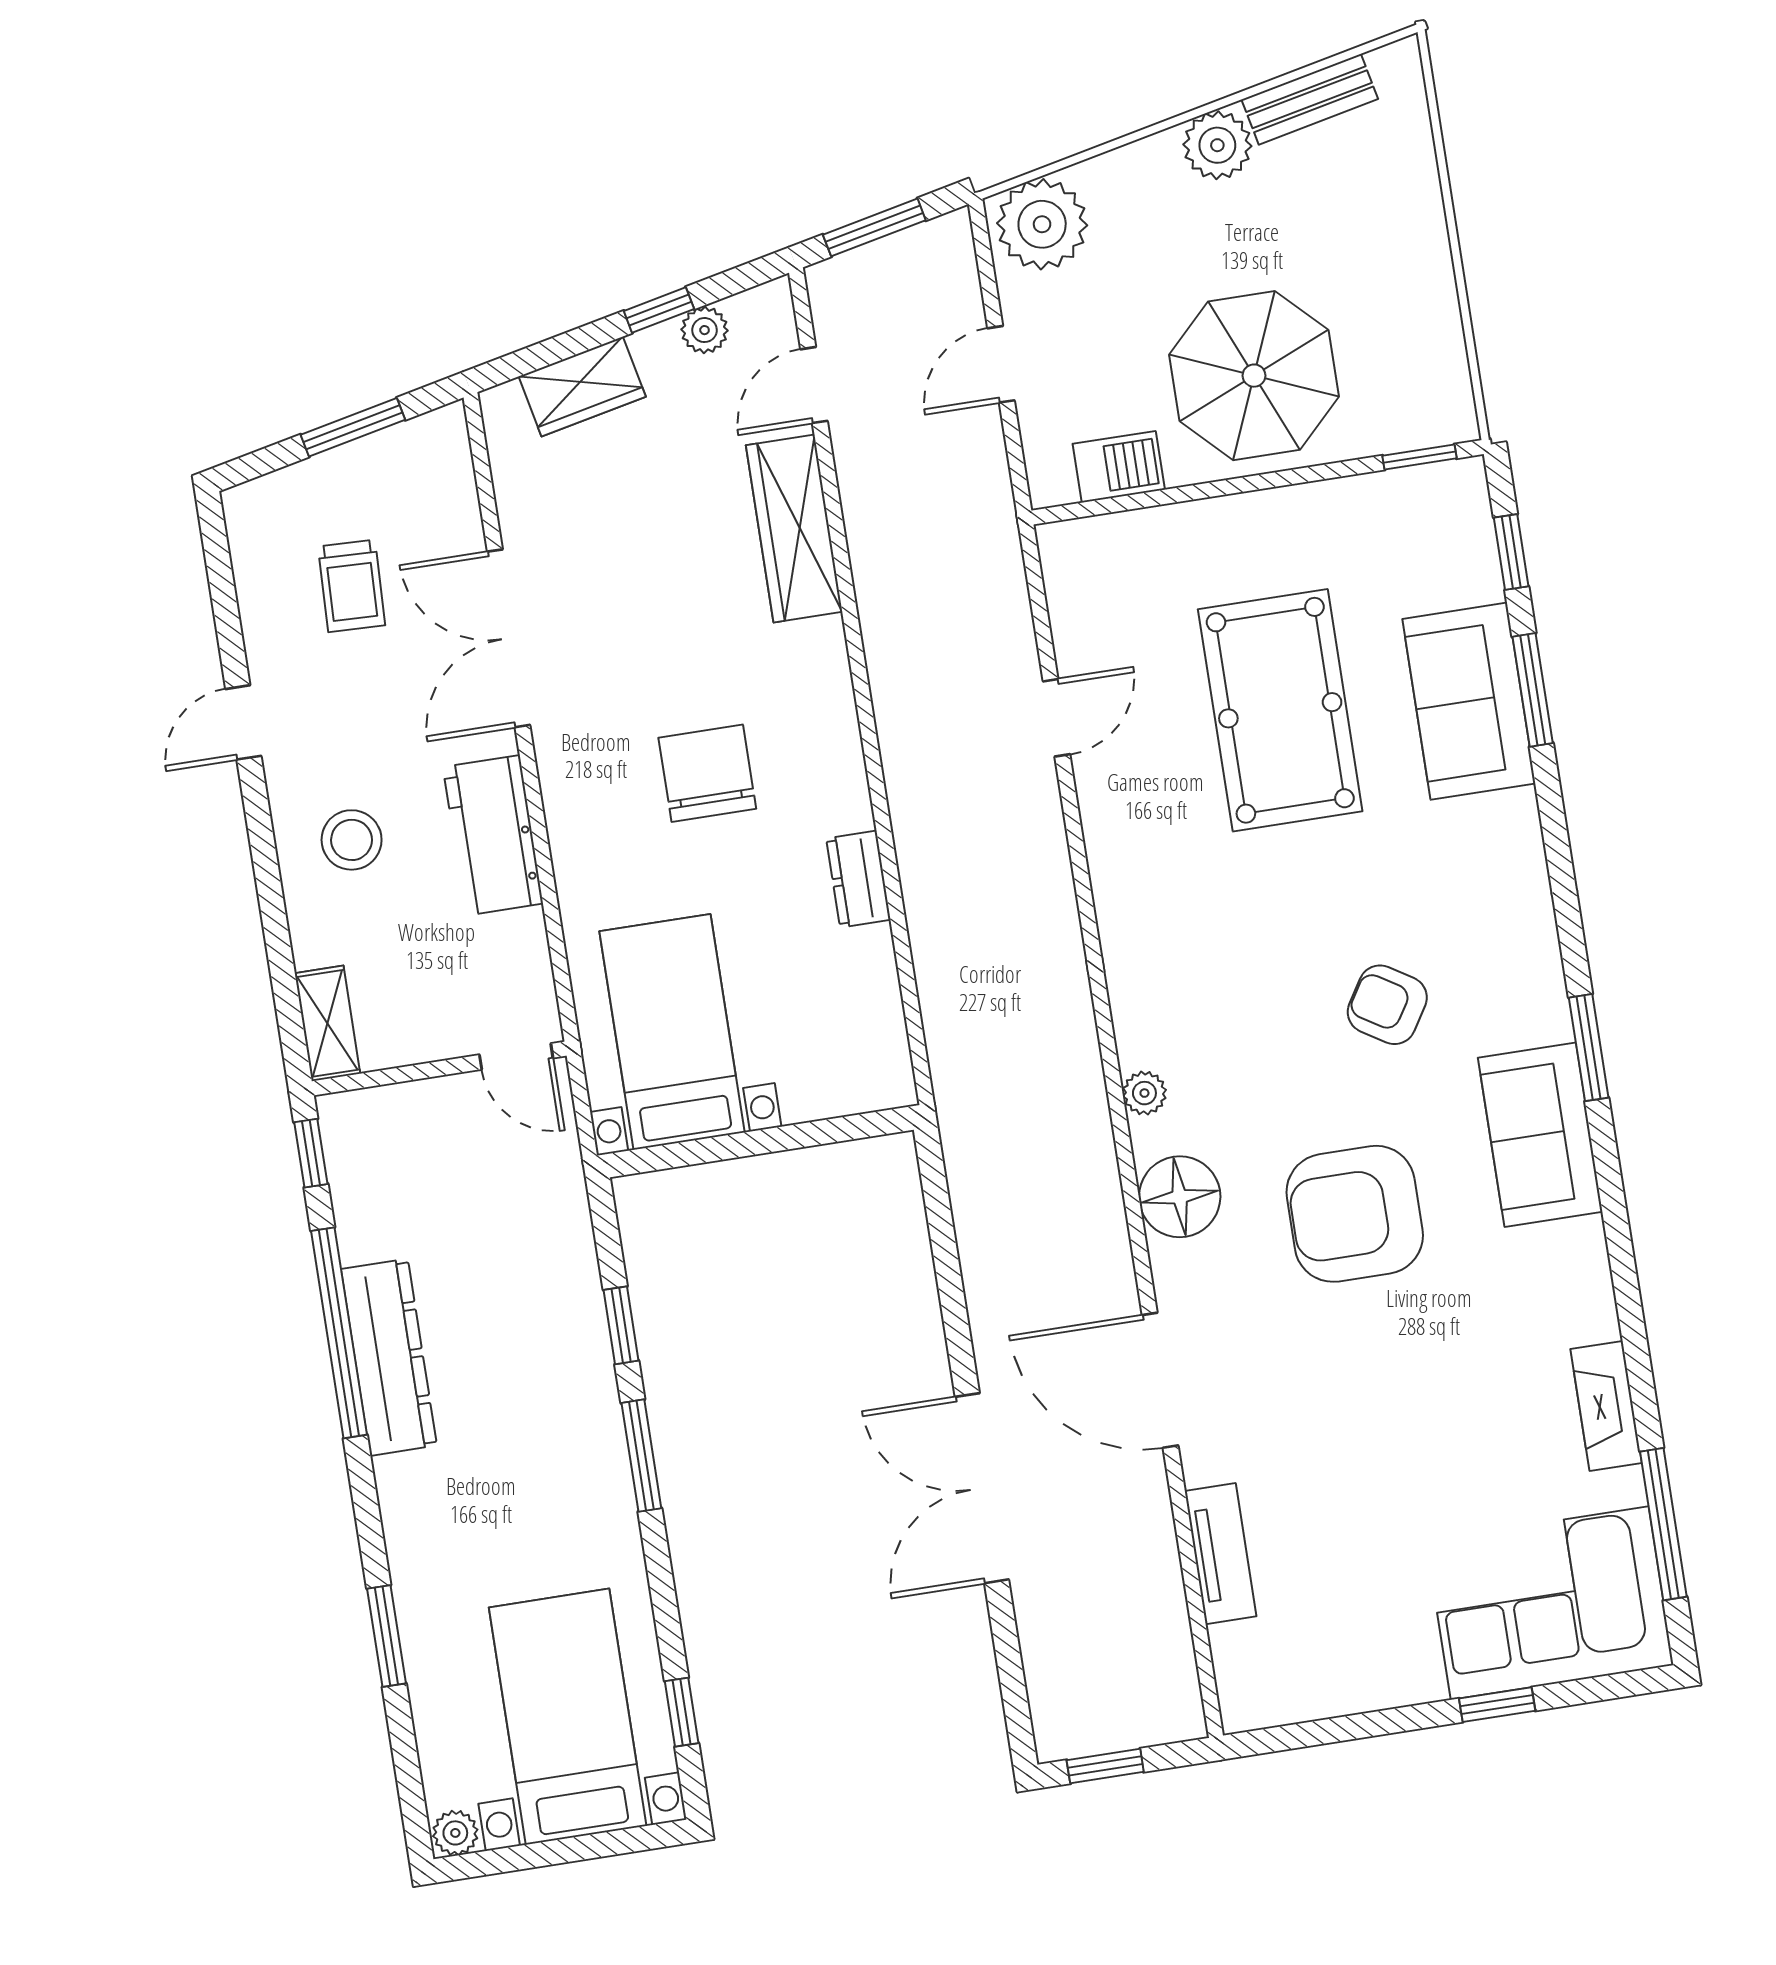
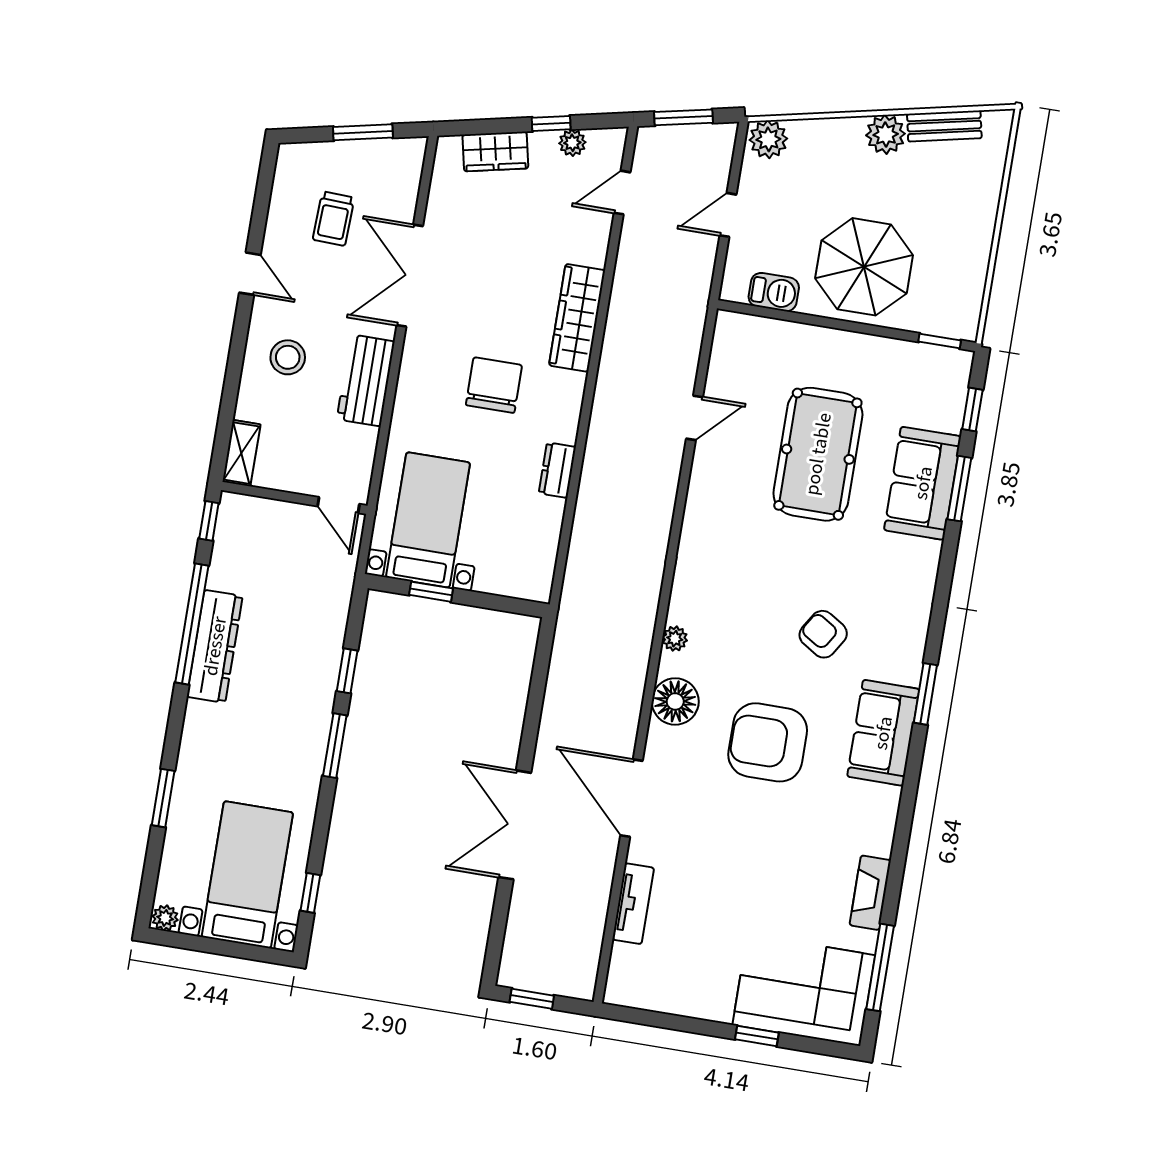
plant: (1042, 224) -> (768, 139), width x0.73, depth x0.73
wardrobe: (794, 528) -> (577, 318), moved
door: (243, 722) -> (250, 274), swing flipped
window: (716, 1149) -> (431, 592), added

